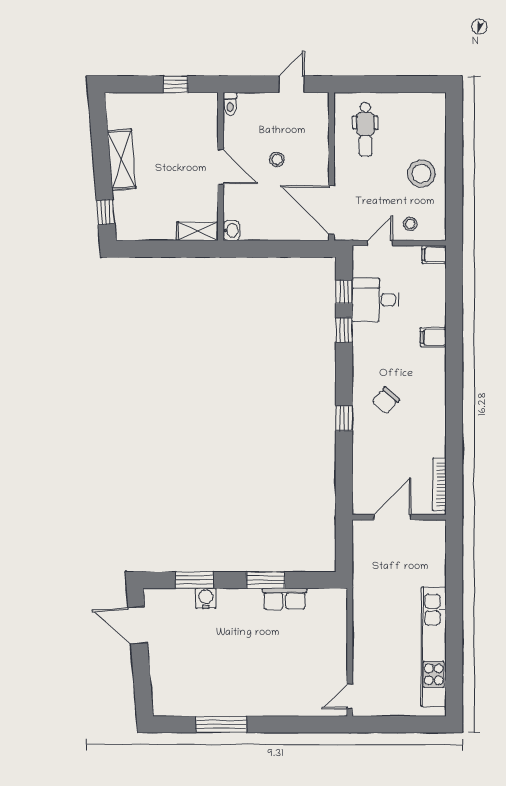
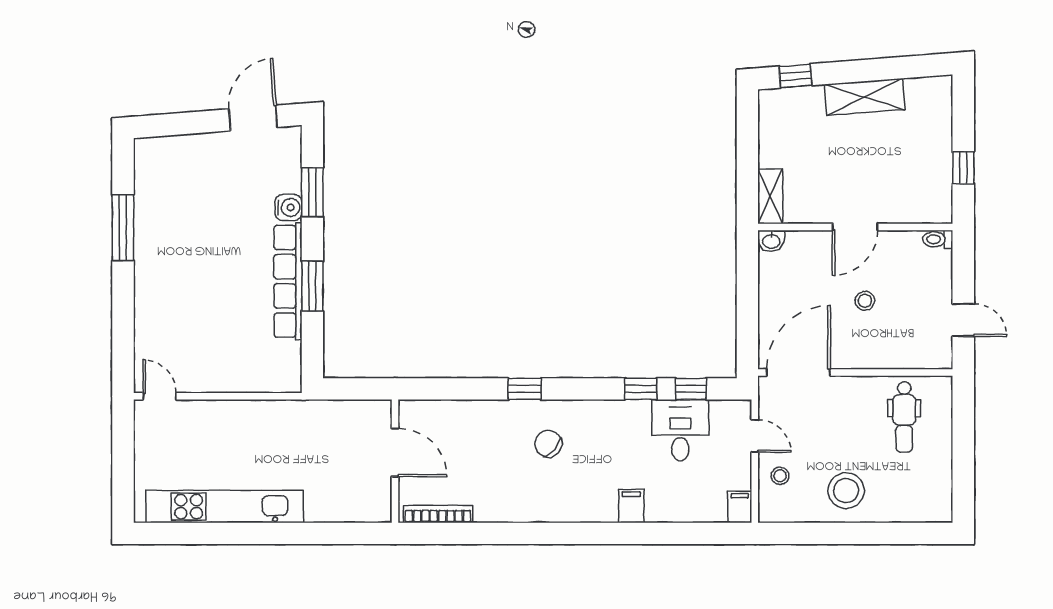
dental chair: (365, 129) -> (904, 417), turned -90
row of seats: (284, 599) -> (288, 281), width x2.02

